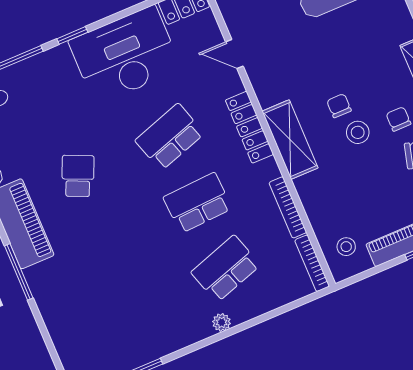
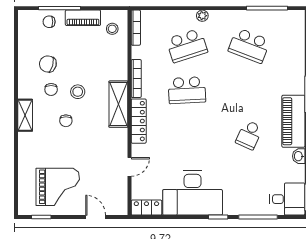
door: (234, 54) -> (129, 167), hinge flipped
chair: (339, 106) -> (66, 121), moved
school desk: (170, 137) -> (249, 46), moved, turned 39
bookcase: (288, 207) -> (136, 78), moved

